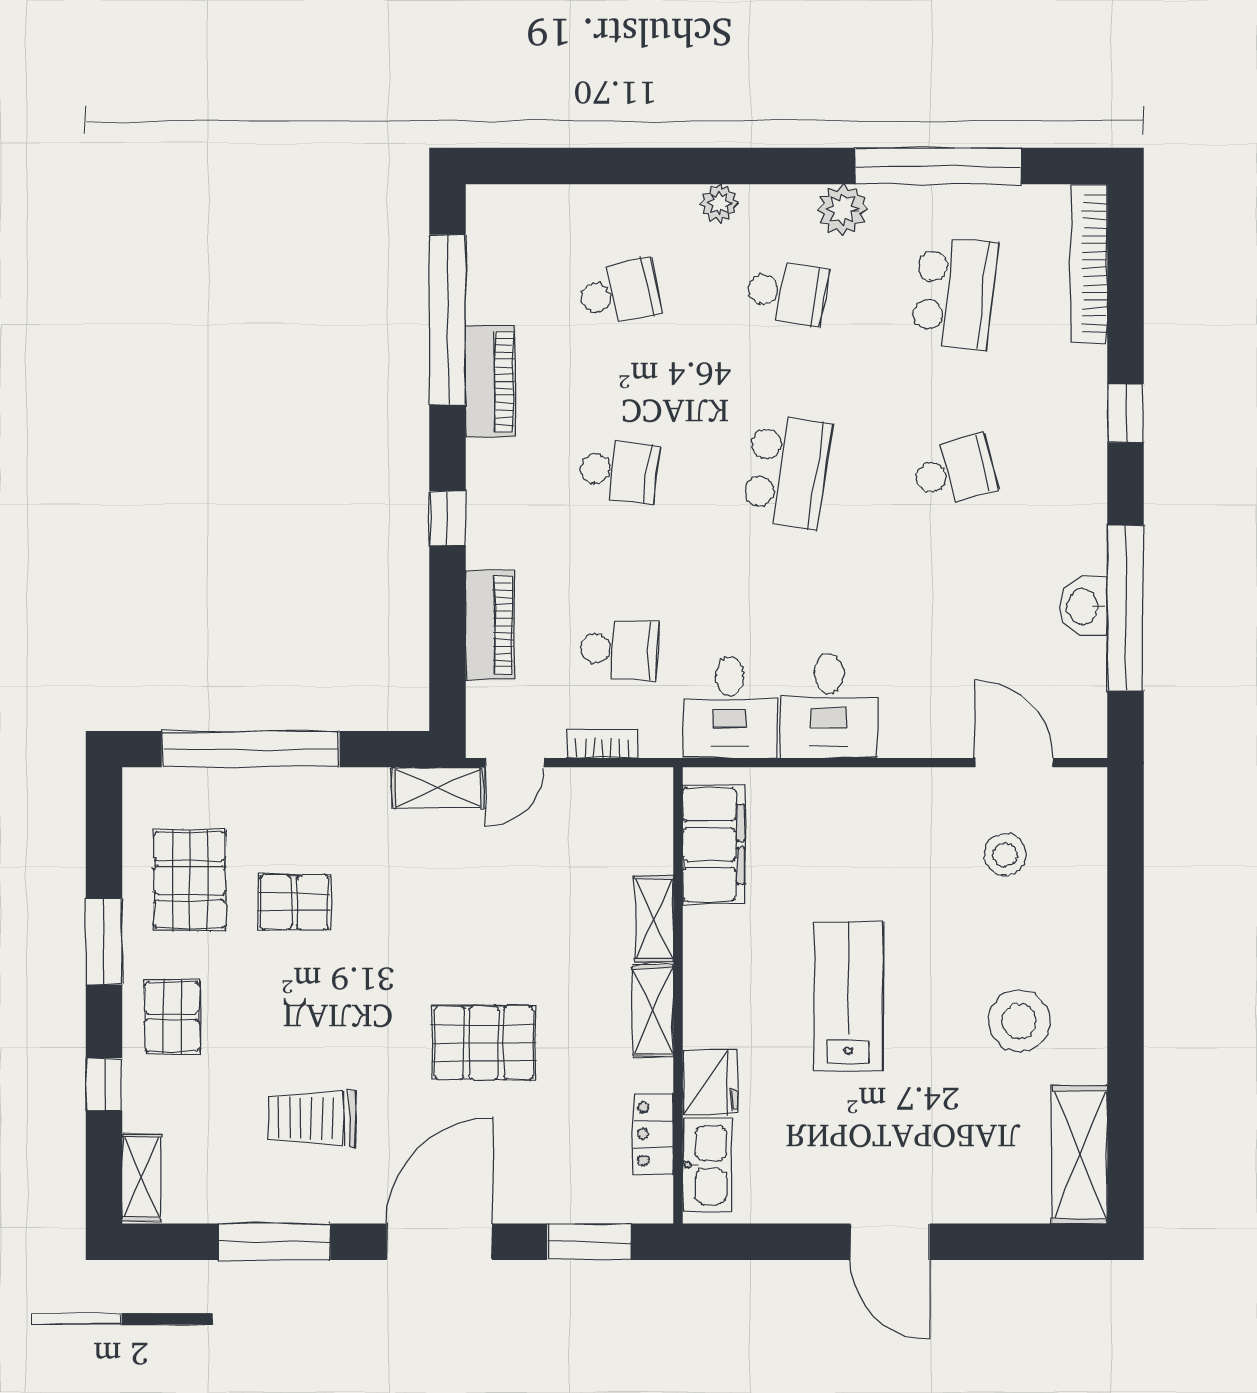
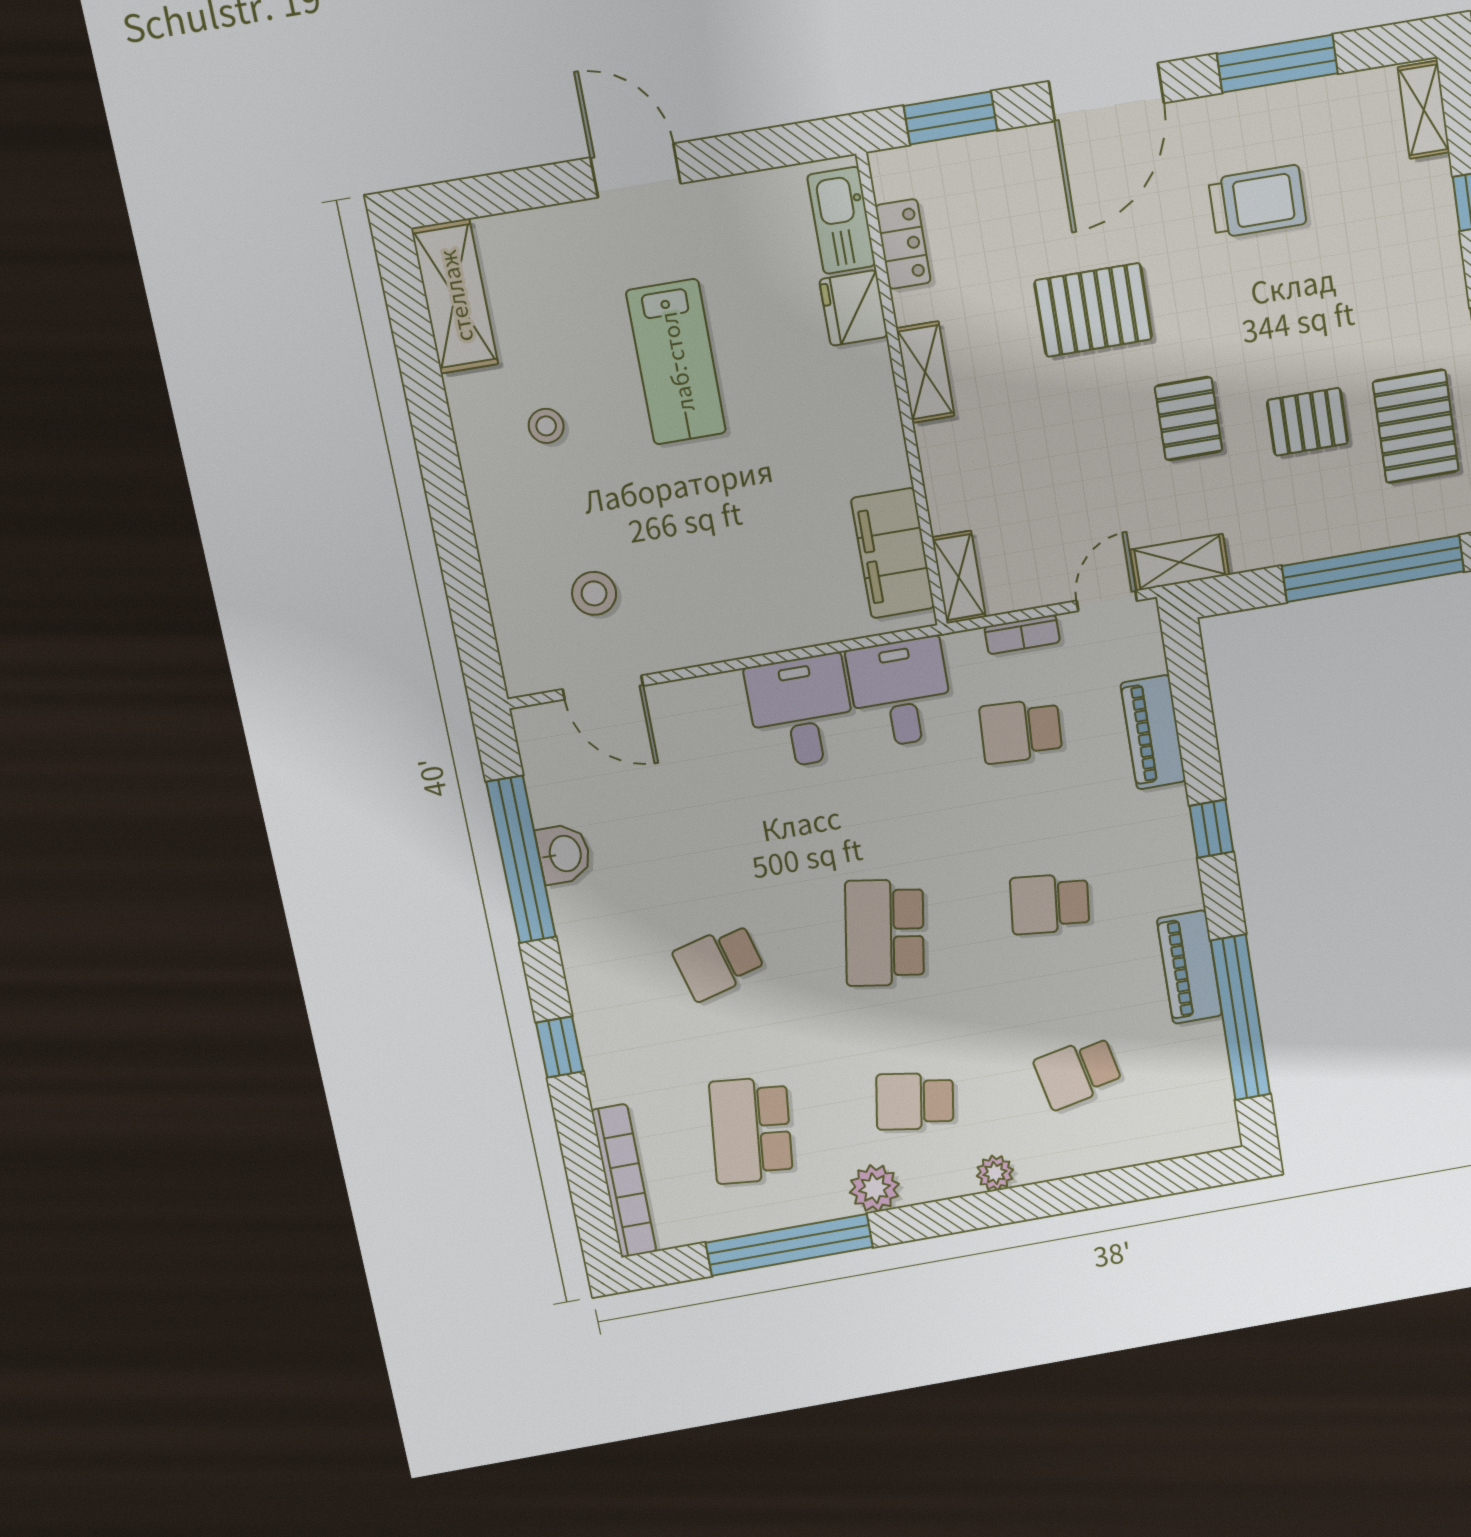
shelving: (654, 918) -> (959, 577), moved
lab bench: (849, 996) -> (676, 362), moved
pallet: (172, 1017) -> (1188, 419), moved
stool: (1019, 1021) -> (546, 426), width x0.53, depth x0.53

